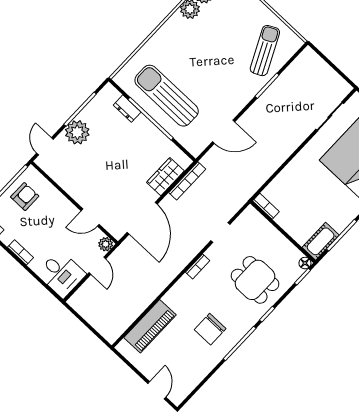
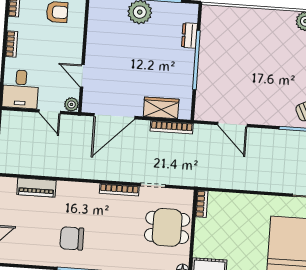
sun lounger: (167, 96) -> (224, 58), removed
door: (97, 266) -> (50, 112), hinge flipped
bookcase: (198, 266) -> (119, 190), width x1.56
dining table: (255, 280) -> (167, 227), moved, turned 90
piano: (150, 326) -> (36, 188), width x0.73, depth x0.75

